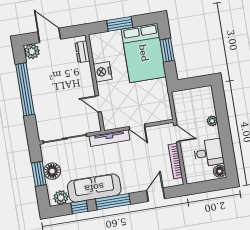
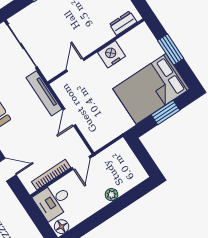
desk: (209, 153) -> (53, 201), moved, turned 90

